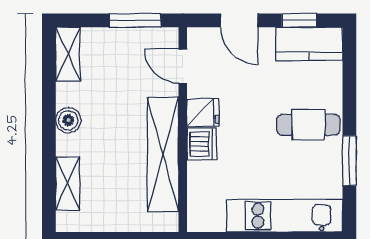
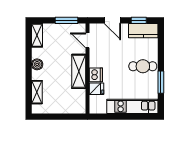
fridge: (203, 112) -> (96, 89), moved
shelving: (163, 154) -> (79, 71), width x0.68

